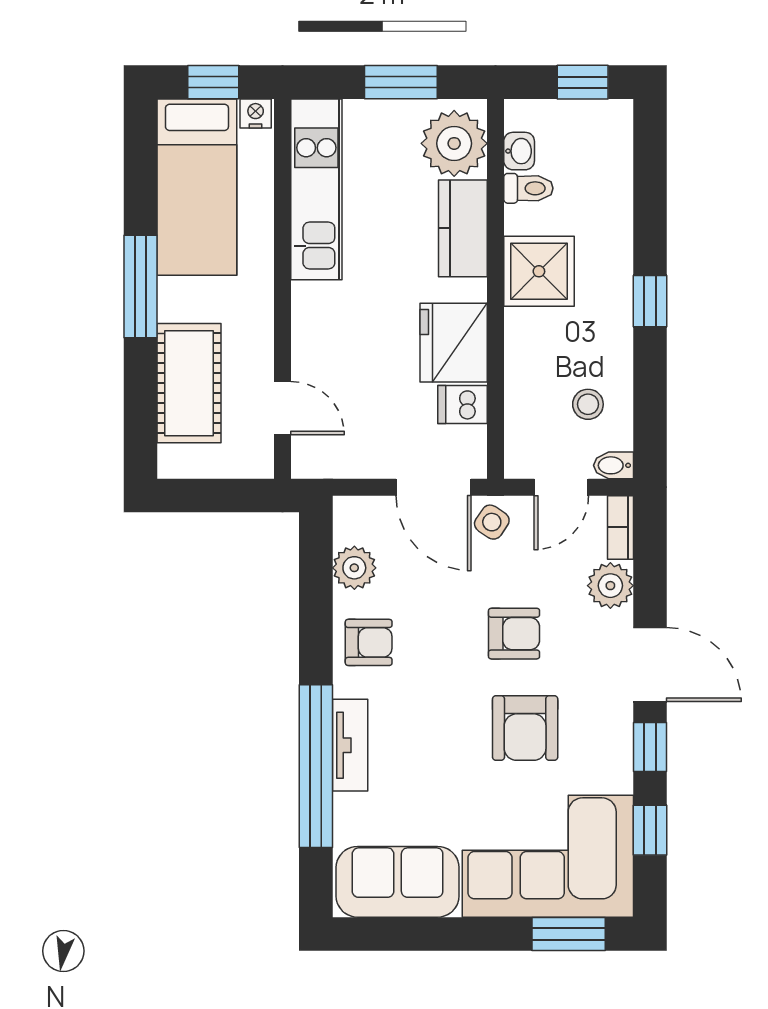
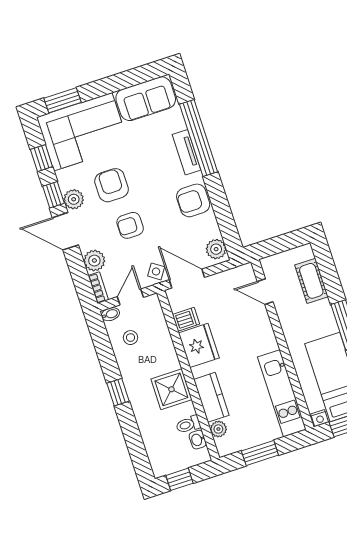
plant: (454, 143) -> (218, 429), width x0.53, depth x0.53
cot: (189, 383) -> (311, 281), width x0.73, depth x0.75
plant: (354, 568) -> (216, 249), moved
armchair: (369, 642) -> (193, 200), width x1.38, depth x1.38
plant: (612, 724) -> (74, 199), added

